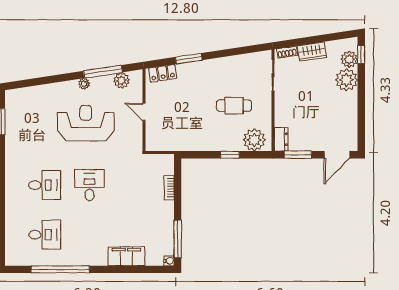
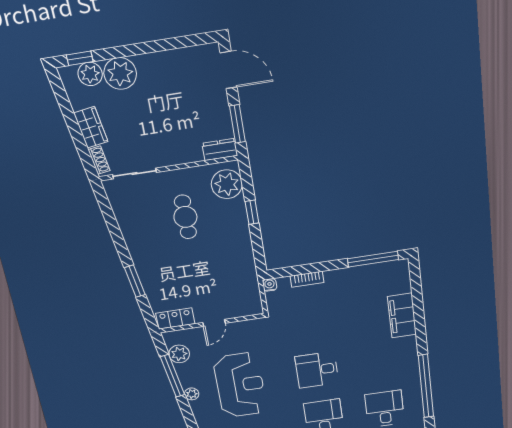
locker: (163, 73) -> (175, 319), moved, turned -81
reception desk: (86, 123) -> (240, 385), turned 180
water cooler: (169, 261) -> (270, 285), moved

